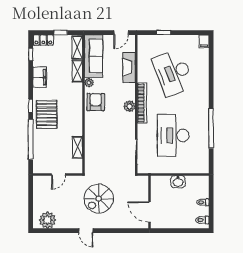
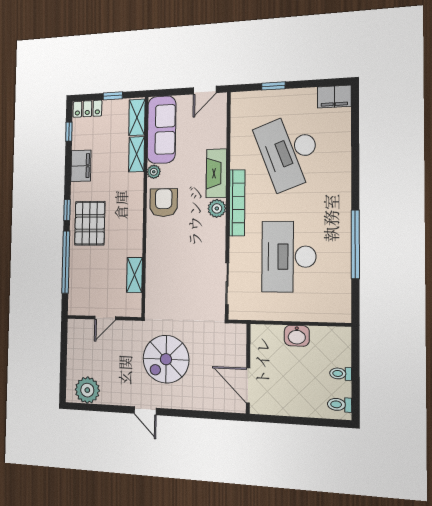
filing cabinet: (204, 41) -> (334, 97), width x2.00
fireplace: (129, 67) -> (216, 173), moved

